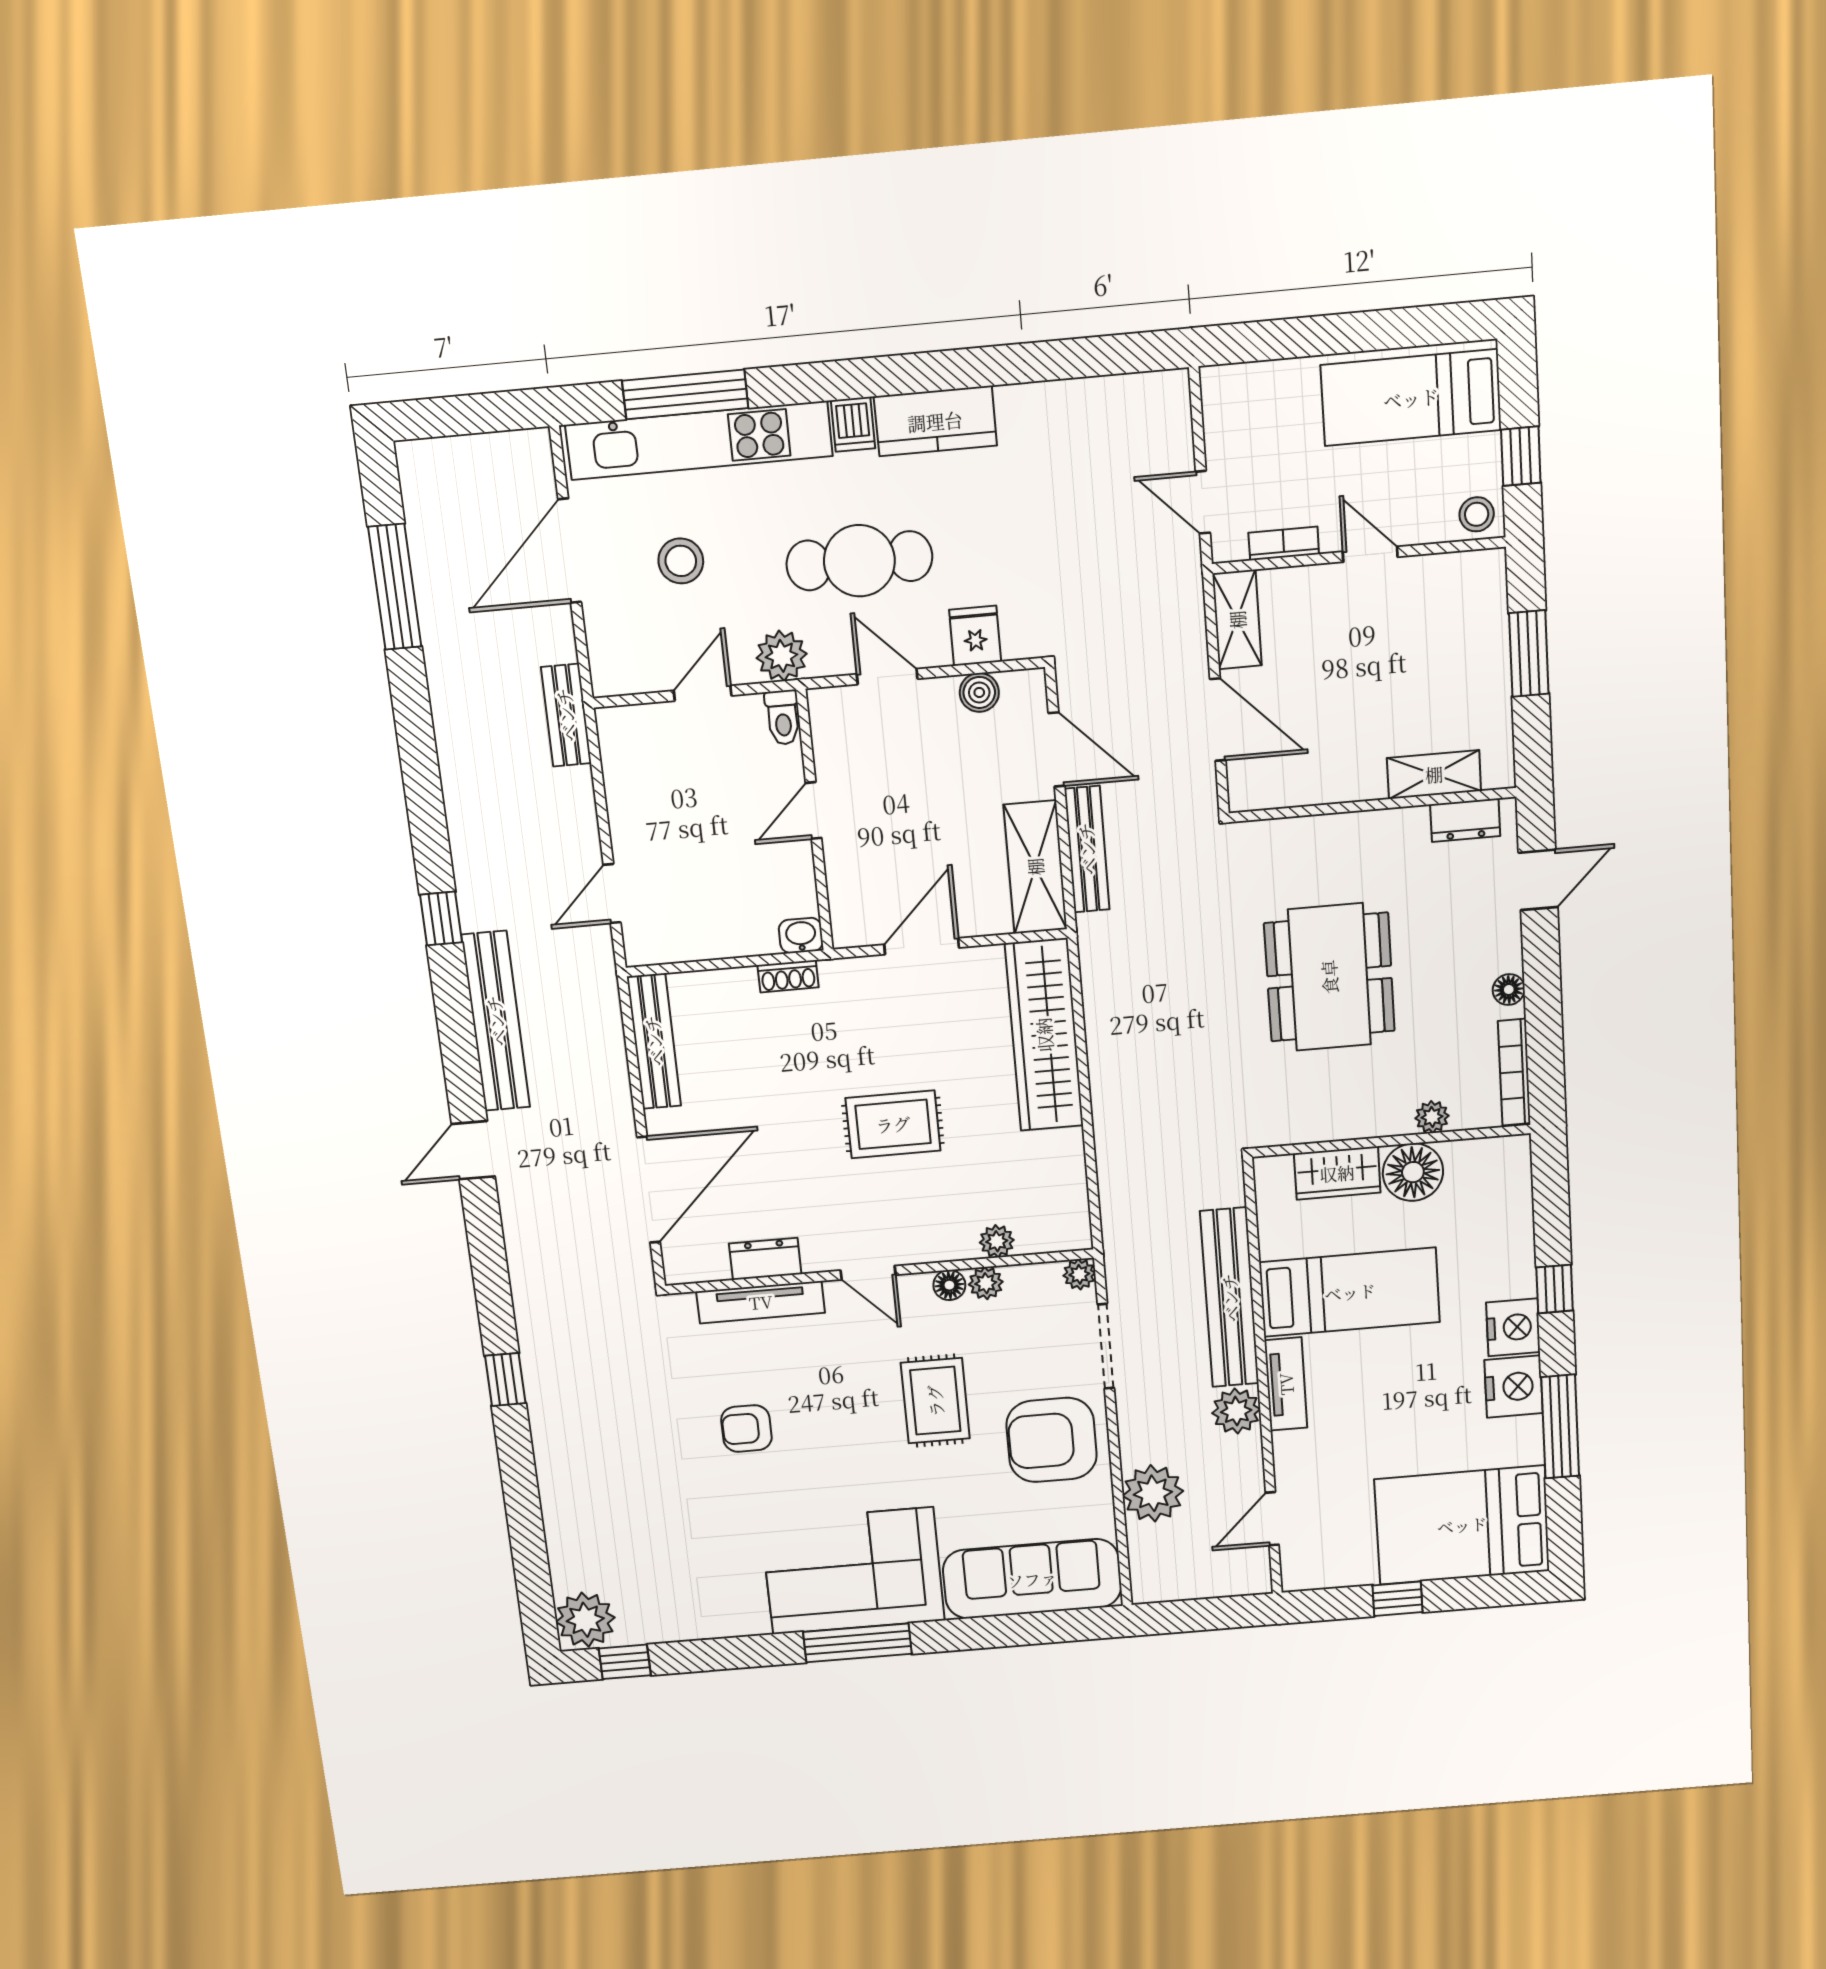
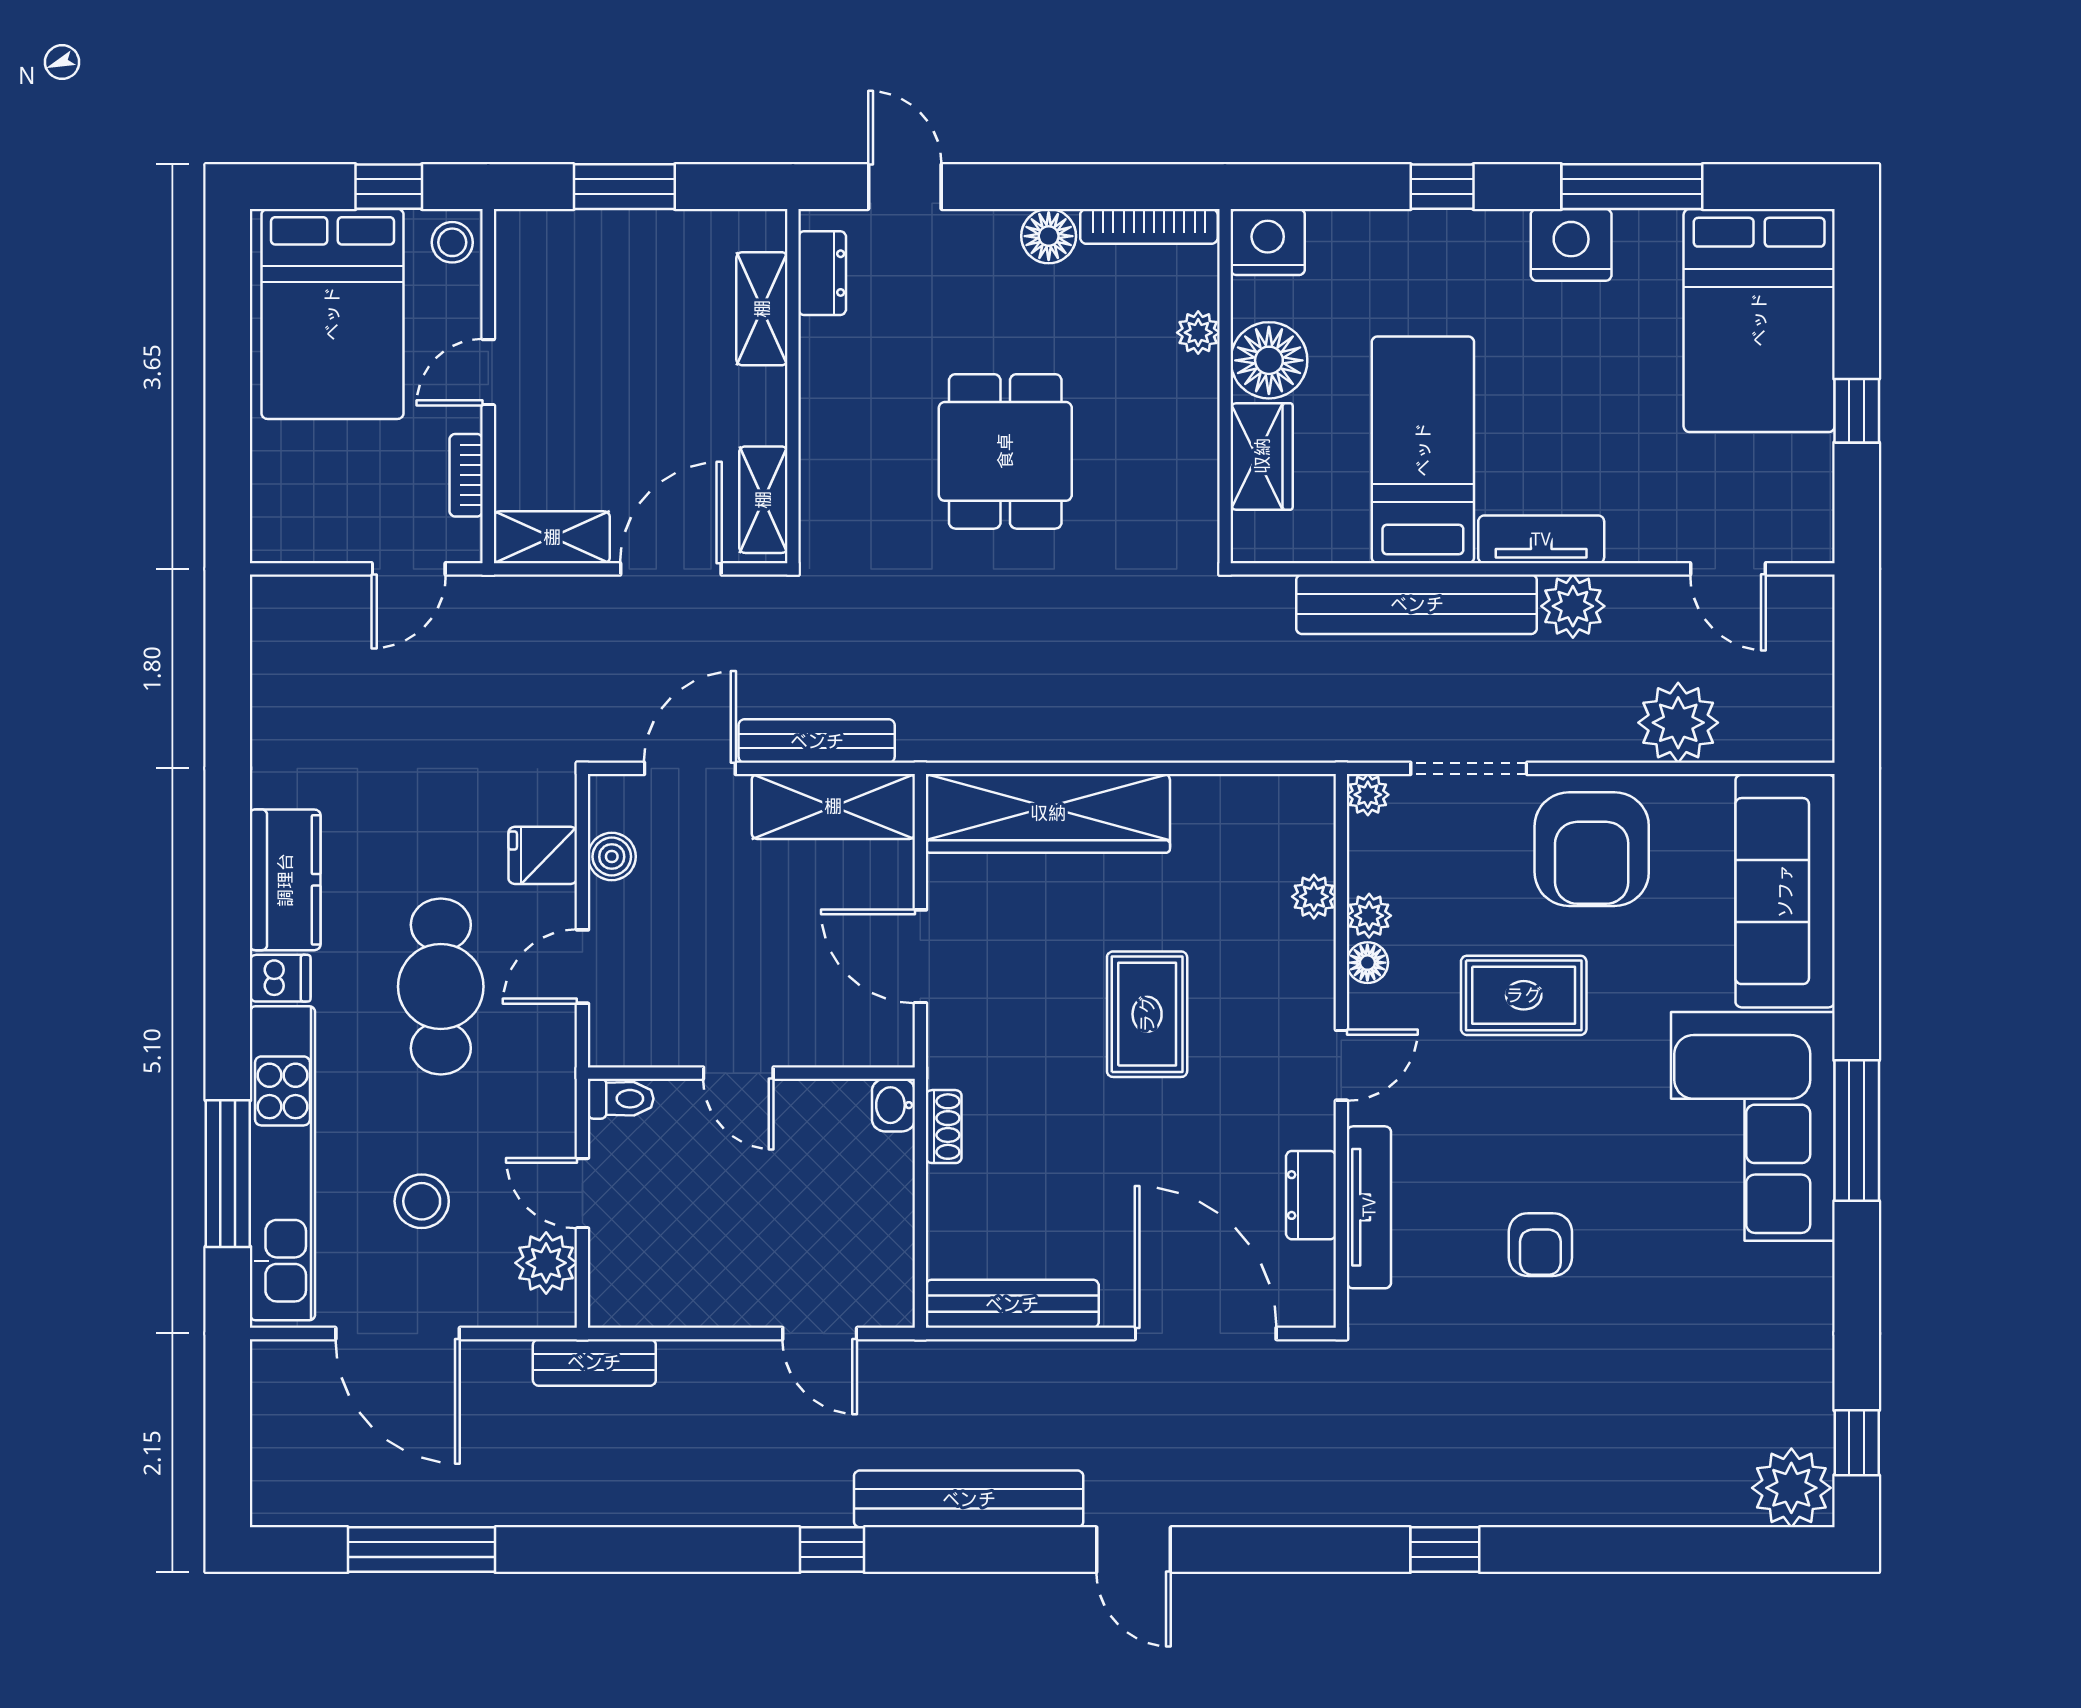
bed: (1411, 398) -> (332, 314), width x1.50
plant: (782, 656) -> (546, 1263), moved
shelving: (1279, 789) -> (763, 500), added
dining table: (1329, 977) -> (1005, 451), width x0.73
floor lamp: (1509, 990) -> (1049, 236), width x1.37, depth x1.37
nightstand: (1513, 1327) -> (1268, 242), moved

